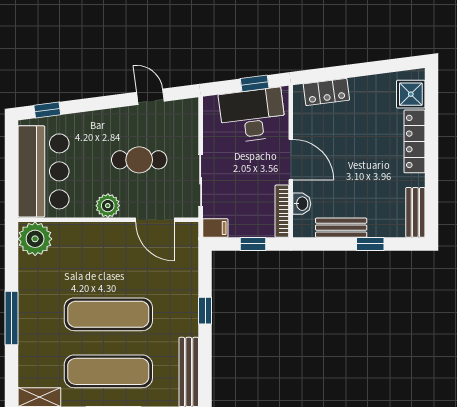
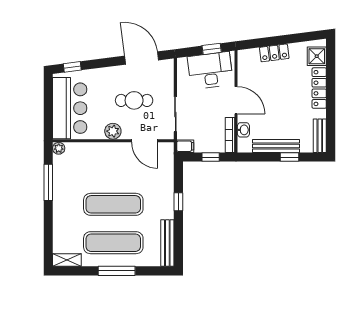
locker: (326, 92) -> (274, 53), moved
door: (150, 97) -> (142, 58), width x1.88
bench: (341, 228) -> (276, 146), width x1.36
plant: (35, 239) -> (59, 148), width x0.53, depth x0.53
window: (12, 318) -> (48, 182), moved

